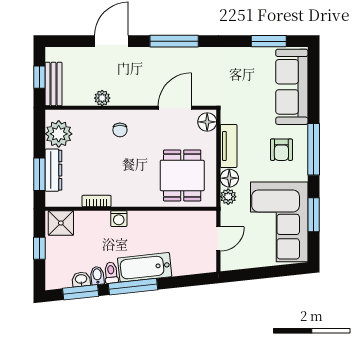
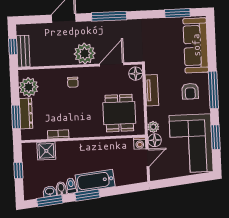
plant: (102, 98) -> (85, 54), moved, width x1.88, depth x1.88
floor lamp: (229, 178) -> (155, 140), moved
washing machine: (119, 219) -> (140, 143), moved
shower: (61, 223) -> (46, 151), moved
window: (133, 287) -> (87, 195), width x0.69

